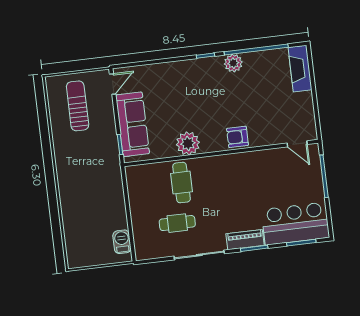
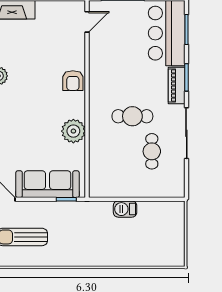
cafe table: (182, 183) -> (132, 116), moved
barbecue: (122, 242) -> (125, 209), moved

